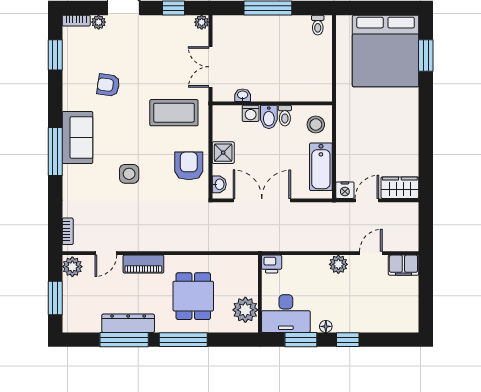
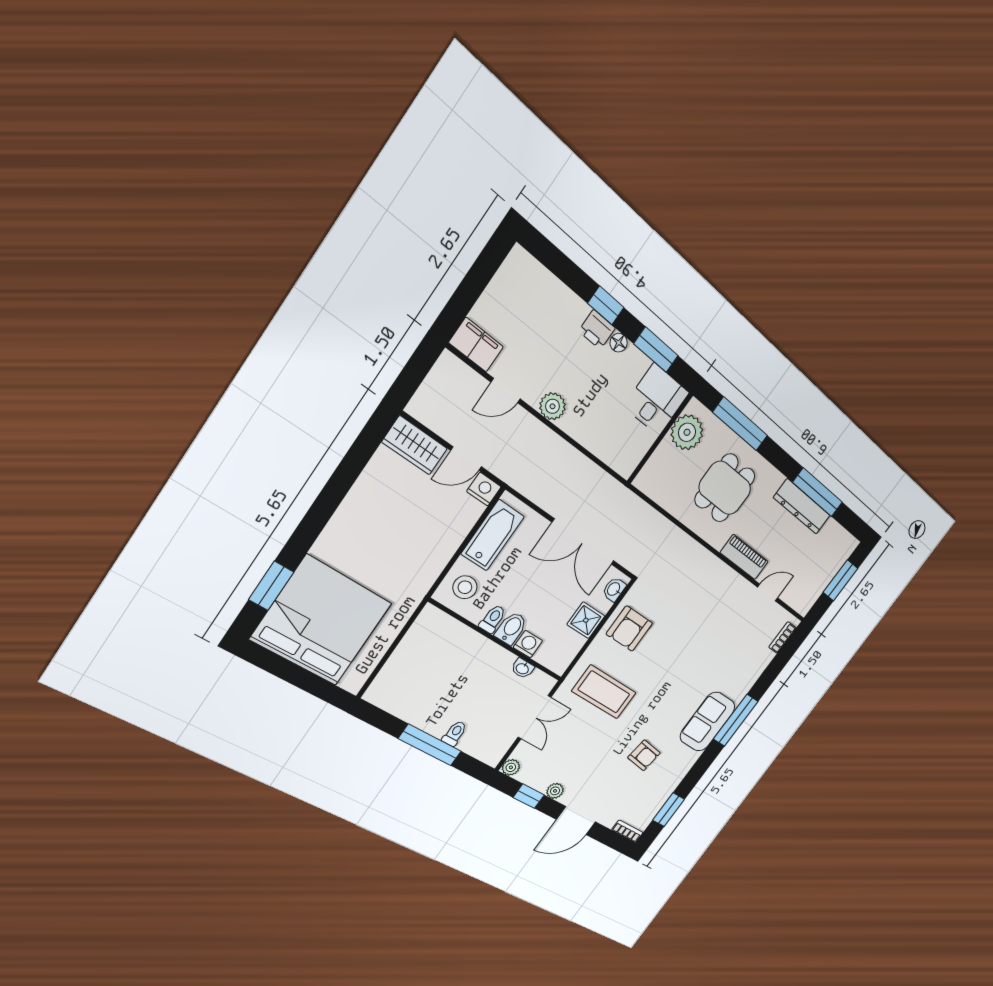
plant: (99, 22) -> (555, 791), moved
toilet: (318, 25) -> (455, 733), moved
side table: (129, 174) -> (690, 657), removed
printer: (272, 264) -> (597, 330), moved, turned 180
plant: (72, 267) -> (805, 600), removed
desk: (286, 314) -> (656, 399), width x0.73
window: (183, 340) -> (740, 424), moved

